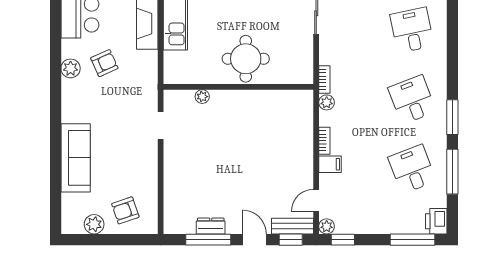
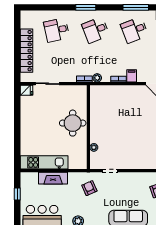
armchair: (104, 63) -> (89, 188), moved
window: (452, 117) -> (86, 7), moved

